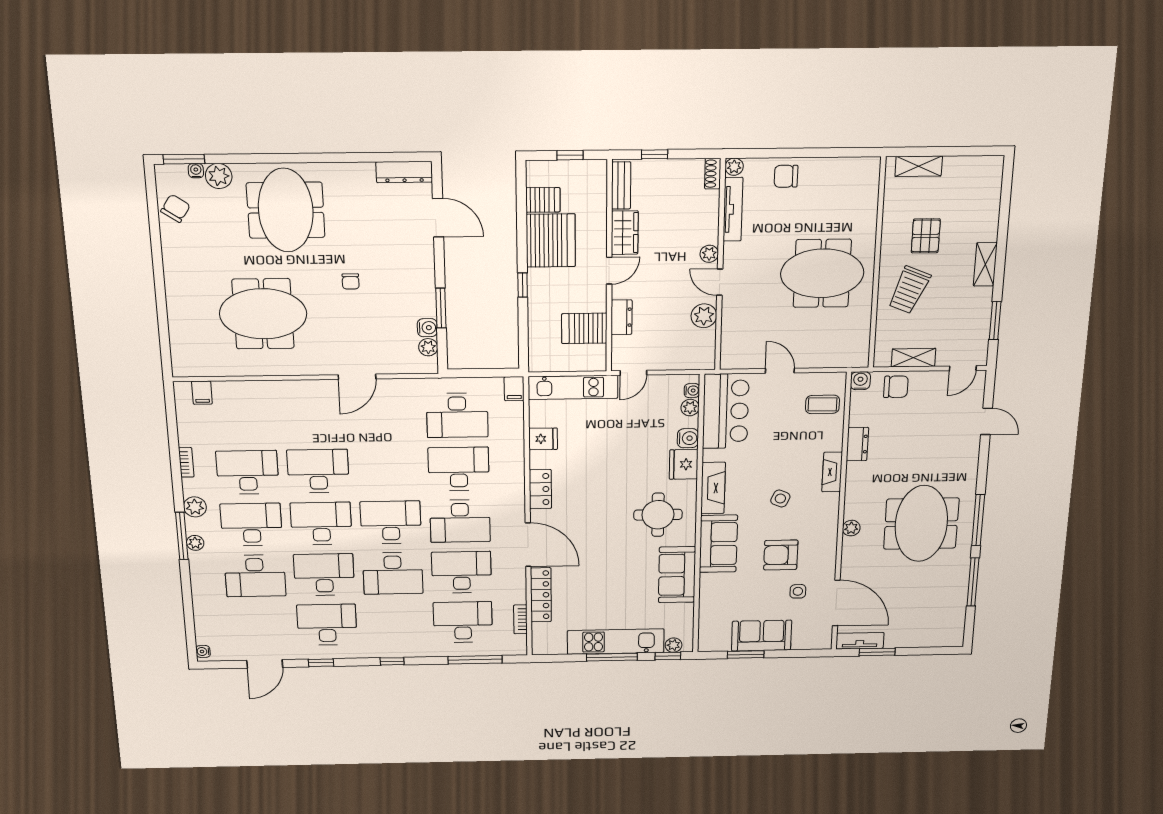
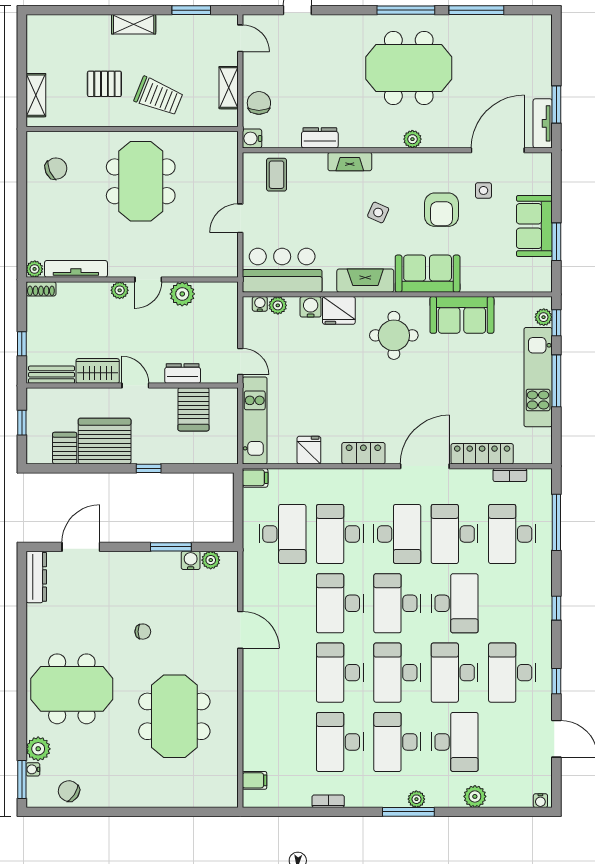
chair: (786, 176) -> (56, 169), moved, turned -114
desk: (388, 470) -> (340, 603), added
plant: (195, 507) -> (475, 796), moved

